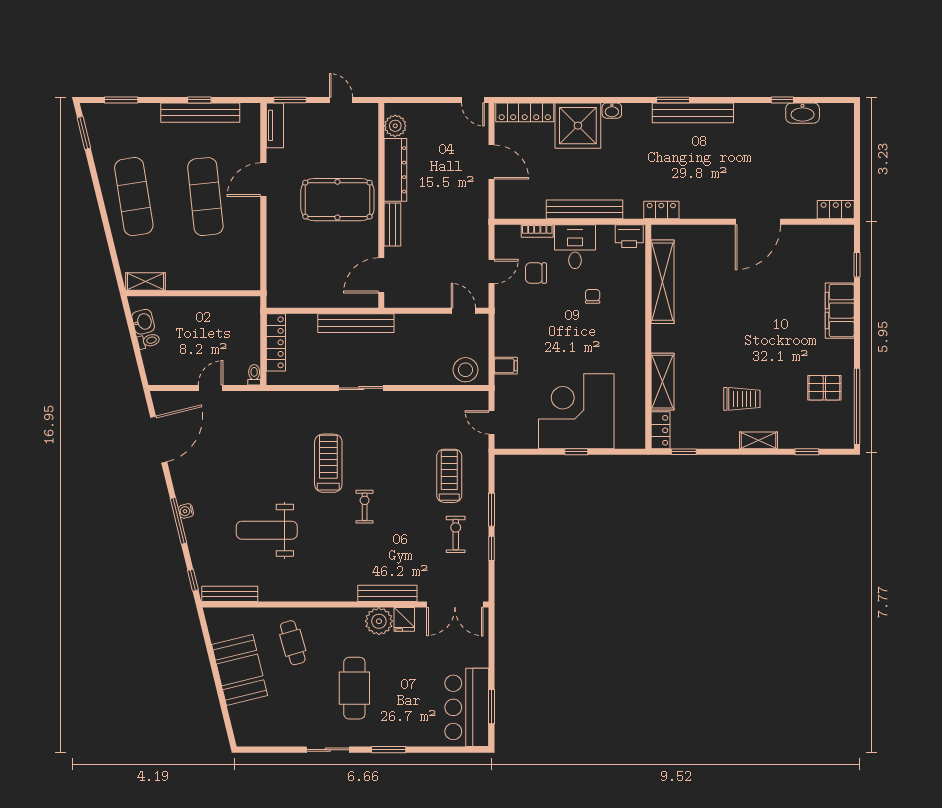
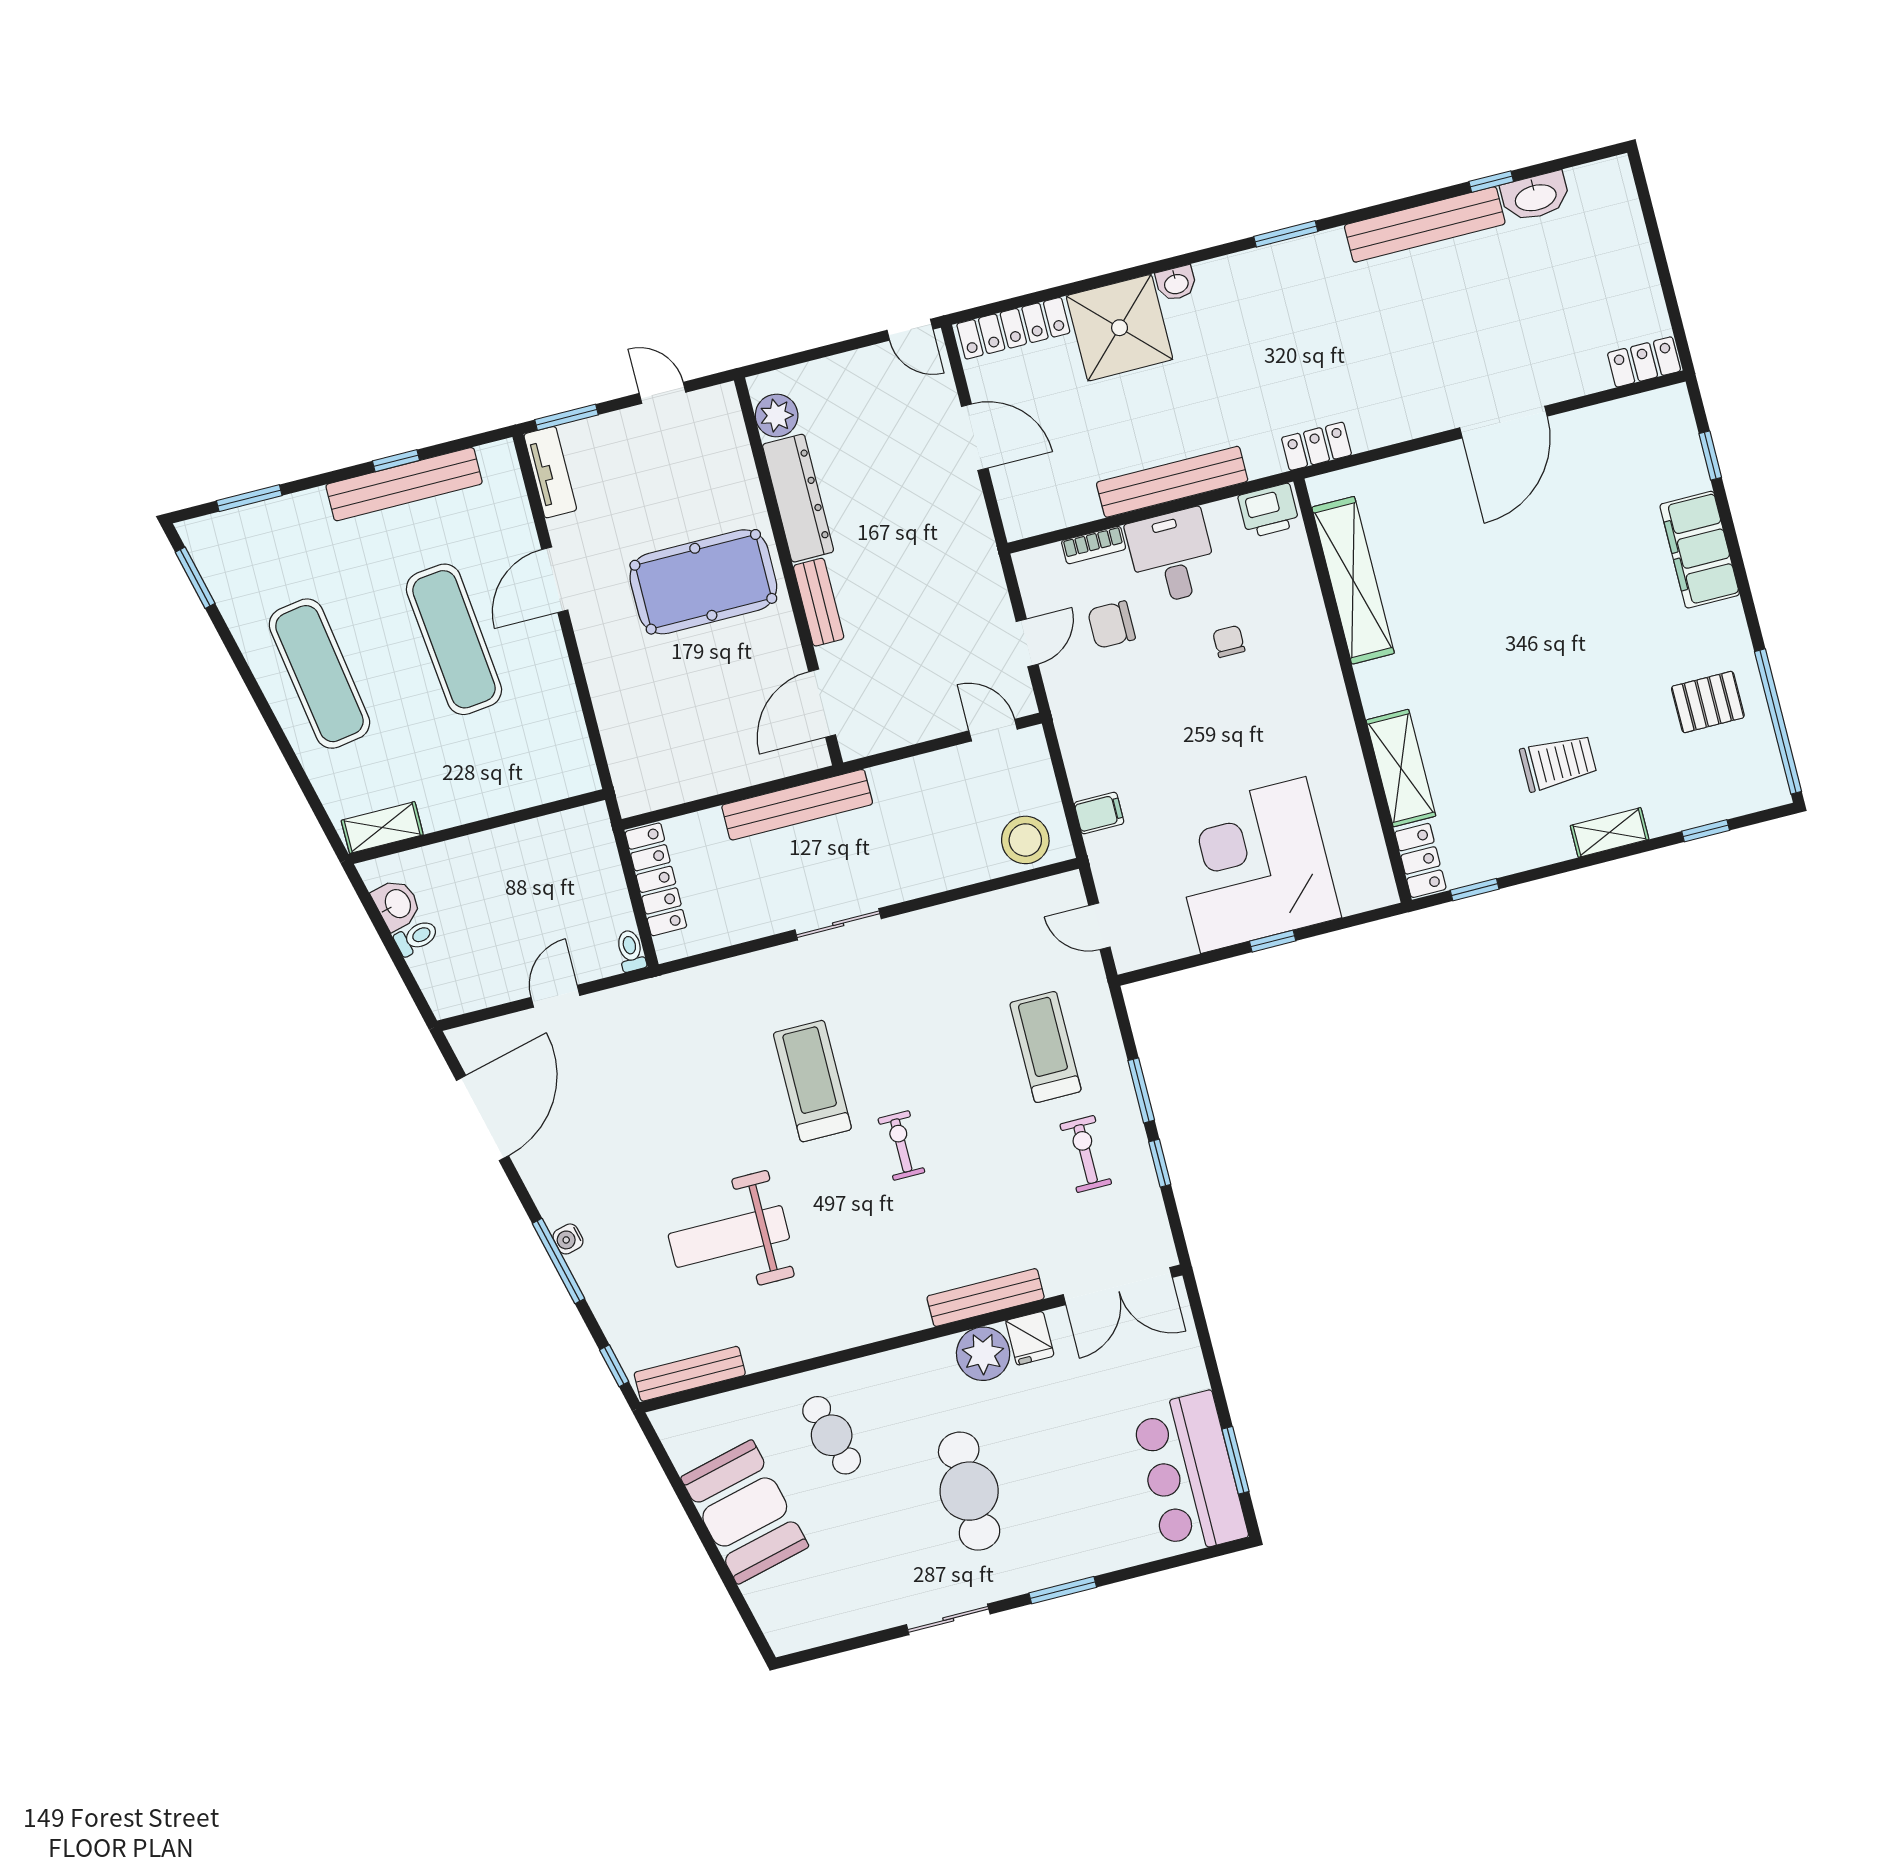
bench: (693, 113) -> (1425, 224), moved

